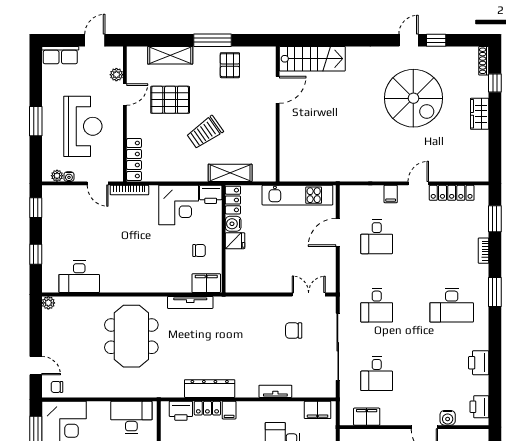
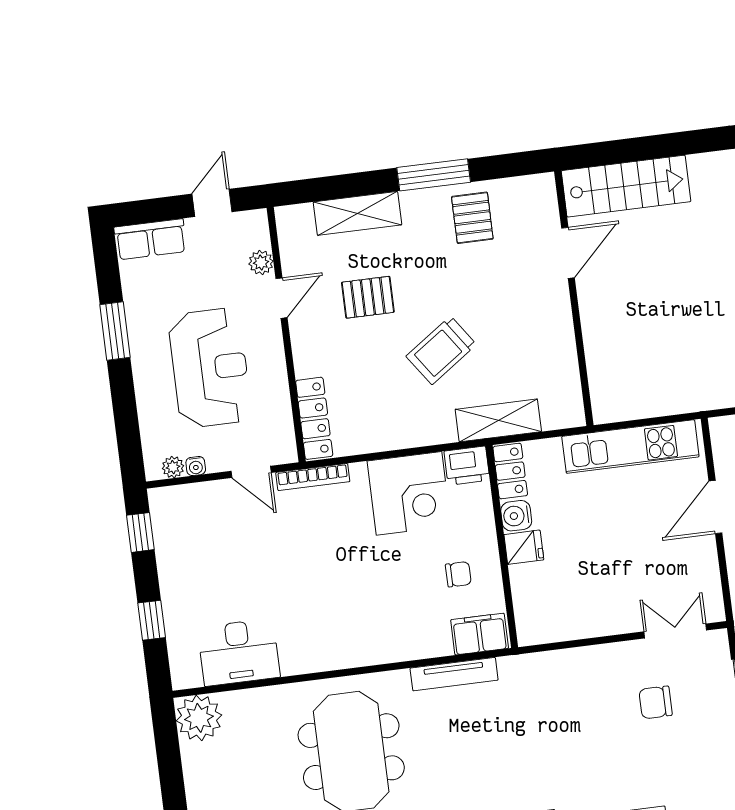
pallet: (170, 100) -> (368, 297), width x0.67, depth x0.71
window: (36, 121) -> (115, 331), moved
plant: (48, 303) -> (199, 718), width x1.88, depth x1.88

